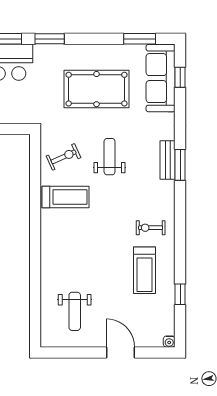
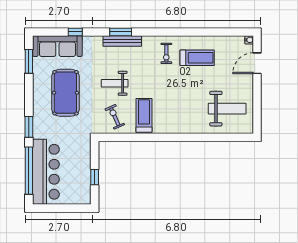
window: (180, 77) -> (75, 32), moved
bench: (168, 160) -> (122, 41), width x1.36
window: (180, 294) -> (215, 32), removed
weight bench: (75, 311) -> (227, 109), width x1.36, depth x1.33
door: (120, 352) -> (257, 63), moved

